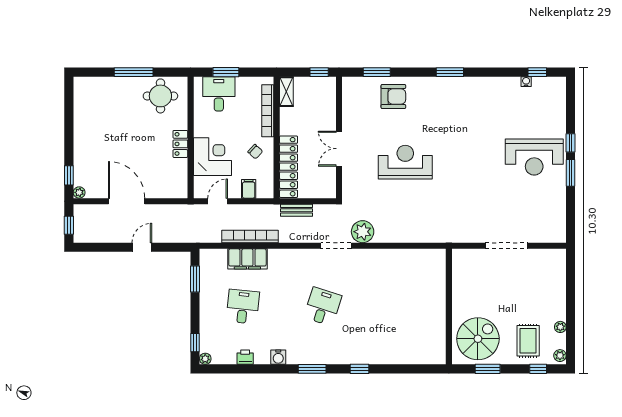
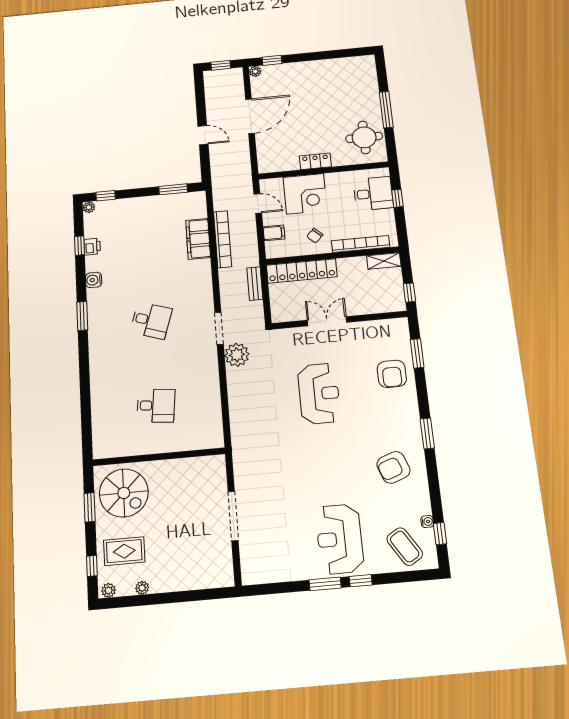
window: (226, 72) -> (397, 198), width x0.67
coffee table: (545, 103) -> (405, 547), added
armchair: (477, 105) -> (393, 467), added
desk: (243, 307) -> (156, 406), moved
window: (360, 369) -> (79, 246), moved

